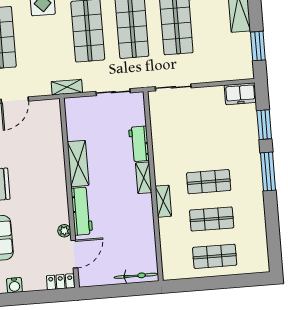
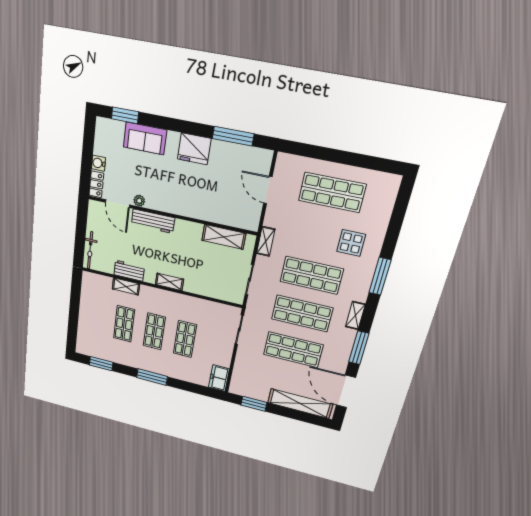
window: (264, 125) -> (101, 364), moved
workbench: (139, 144) -> (129, 271), moved
shelving: (78, 164) -> (224, 237), moved
shelving: (163, 201) -> (126, 286), moved
shop shelf: (215, 256) -> (185, 339), moved
water cooler: (14, 285) -> (98, 163), moved

